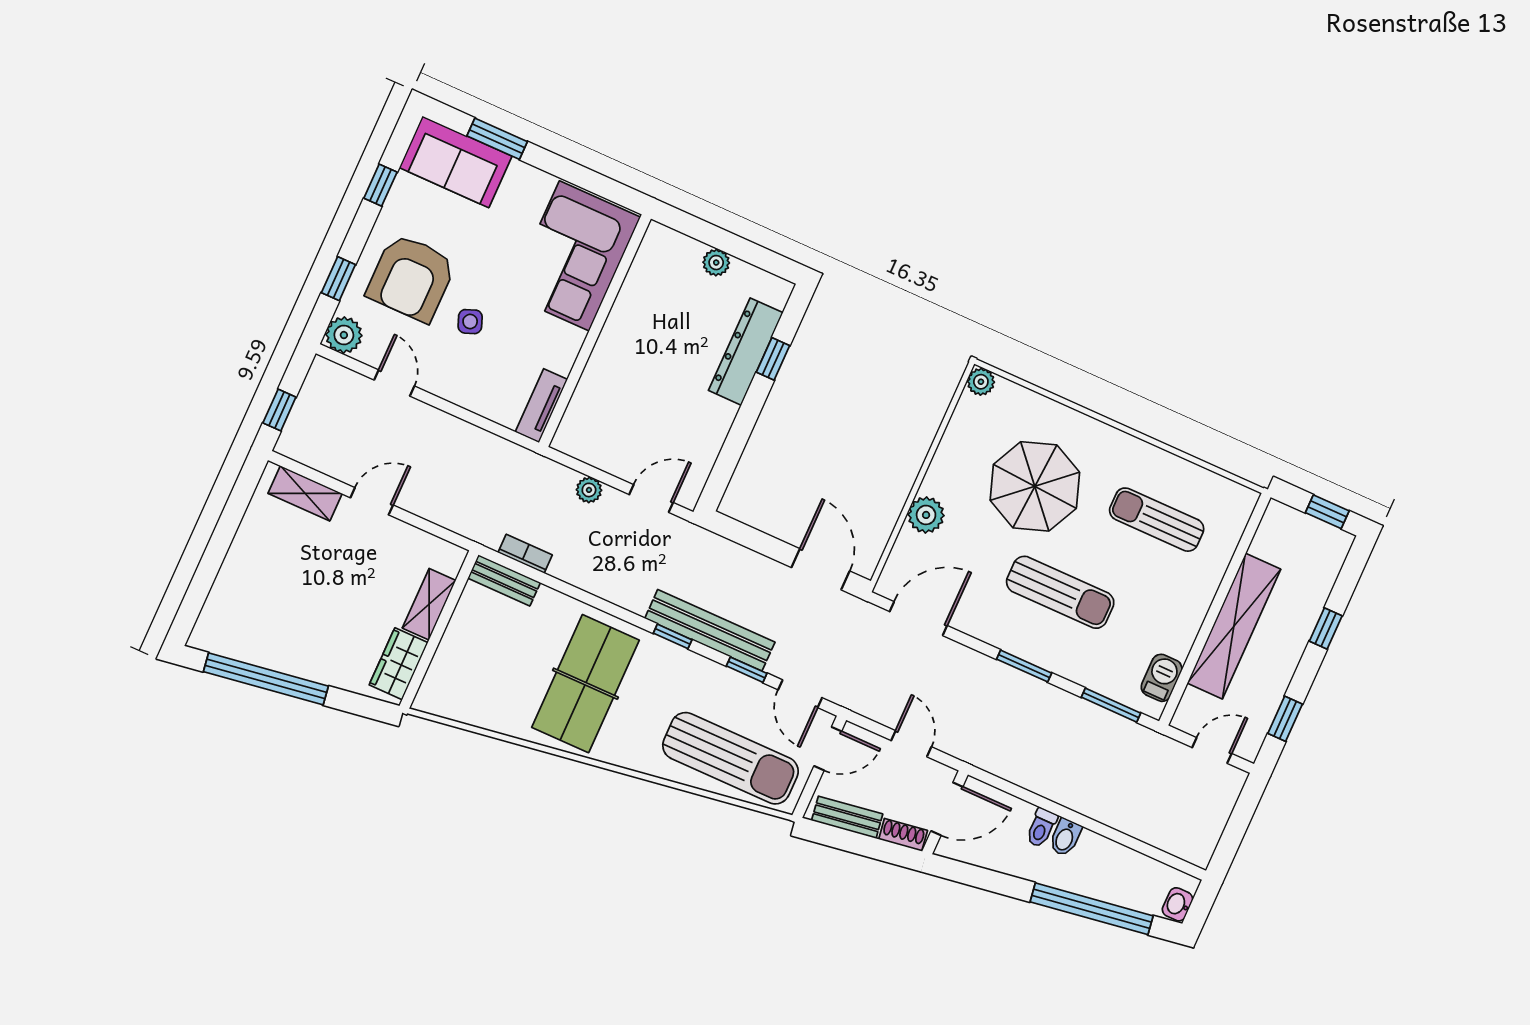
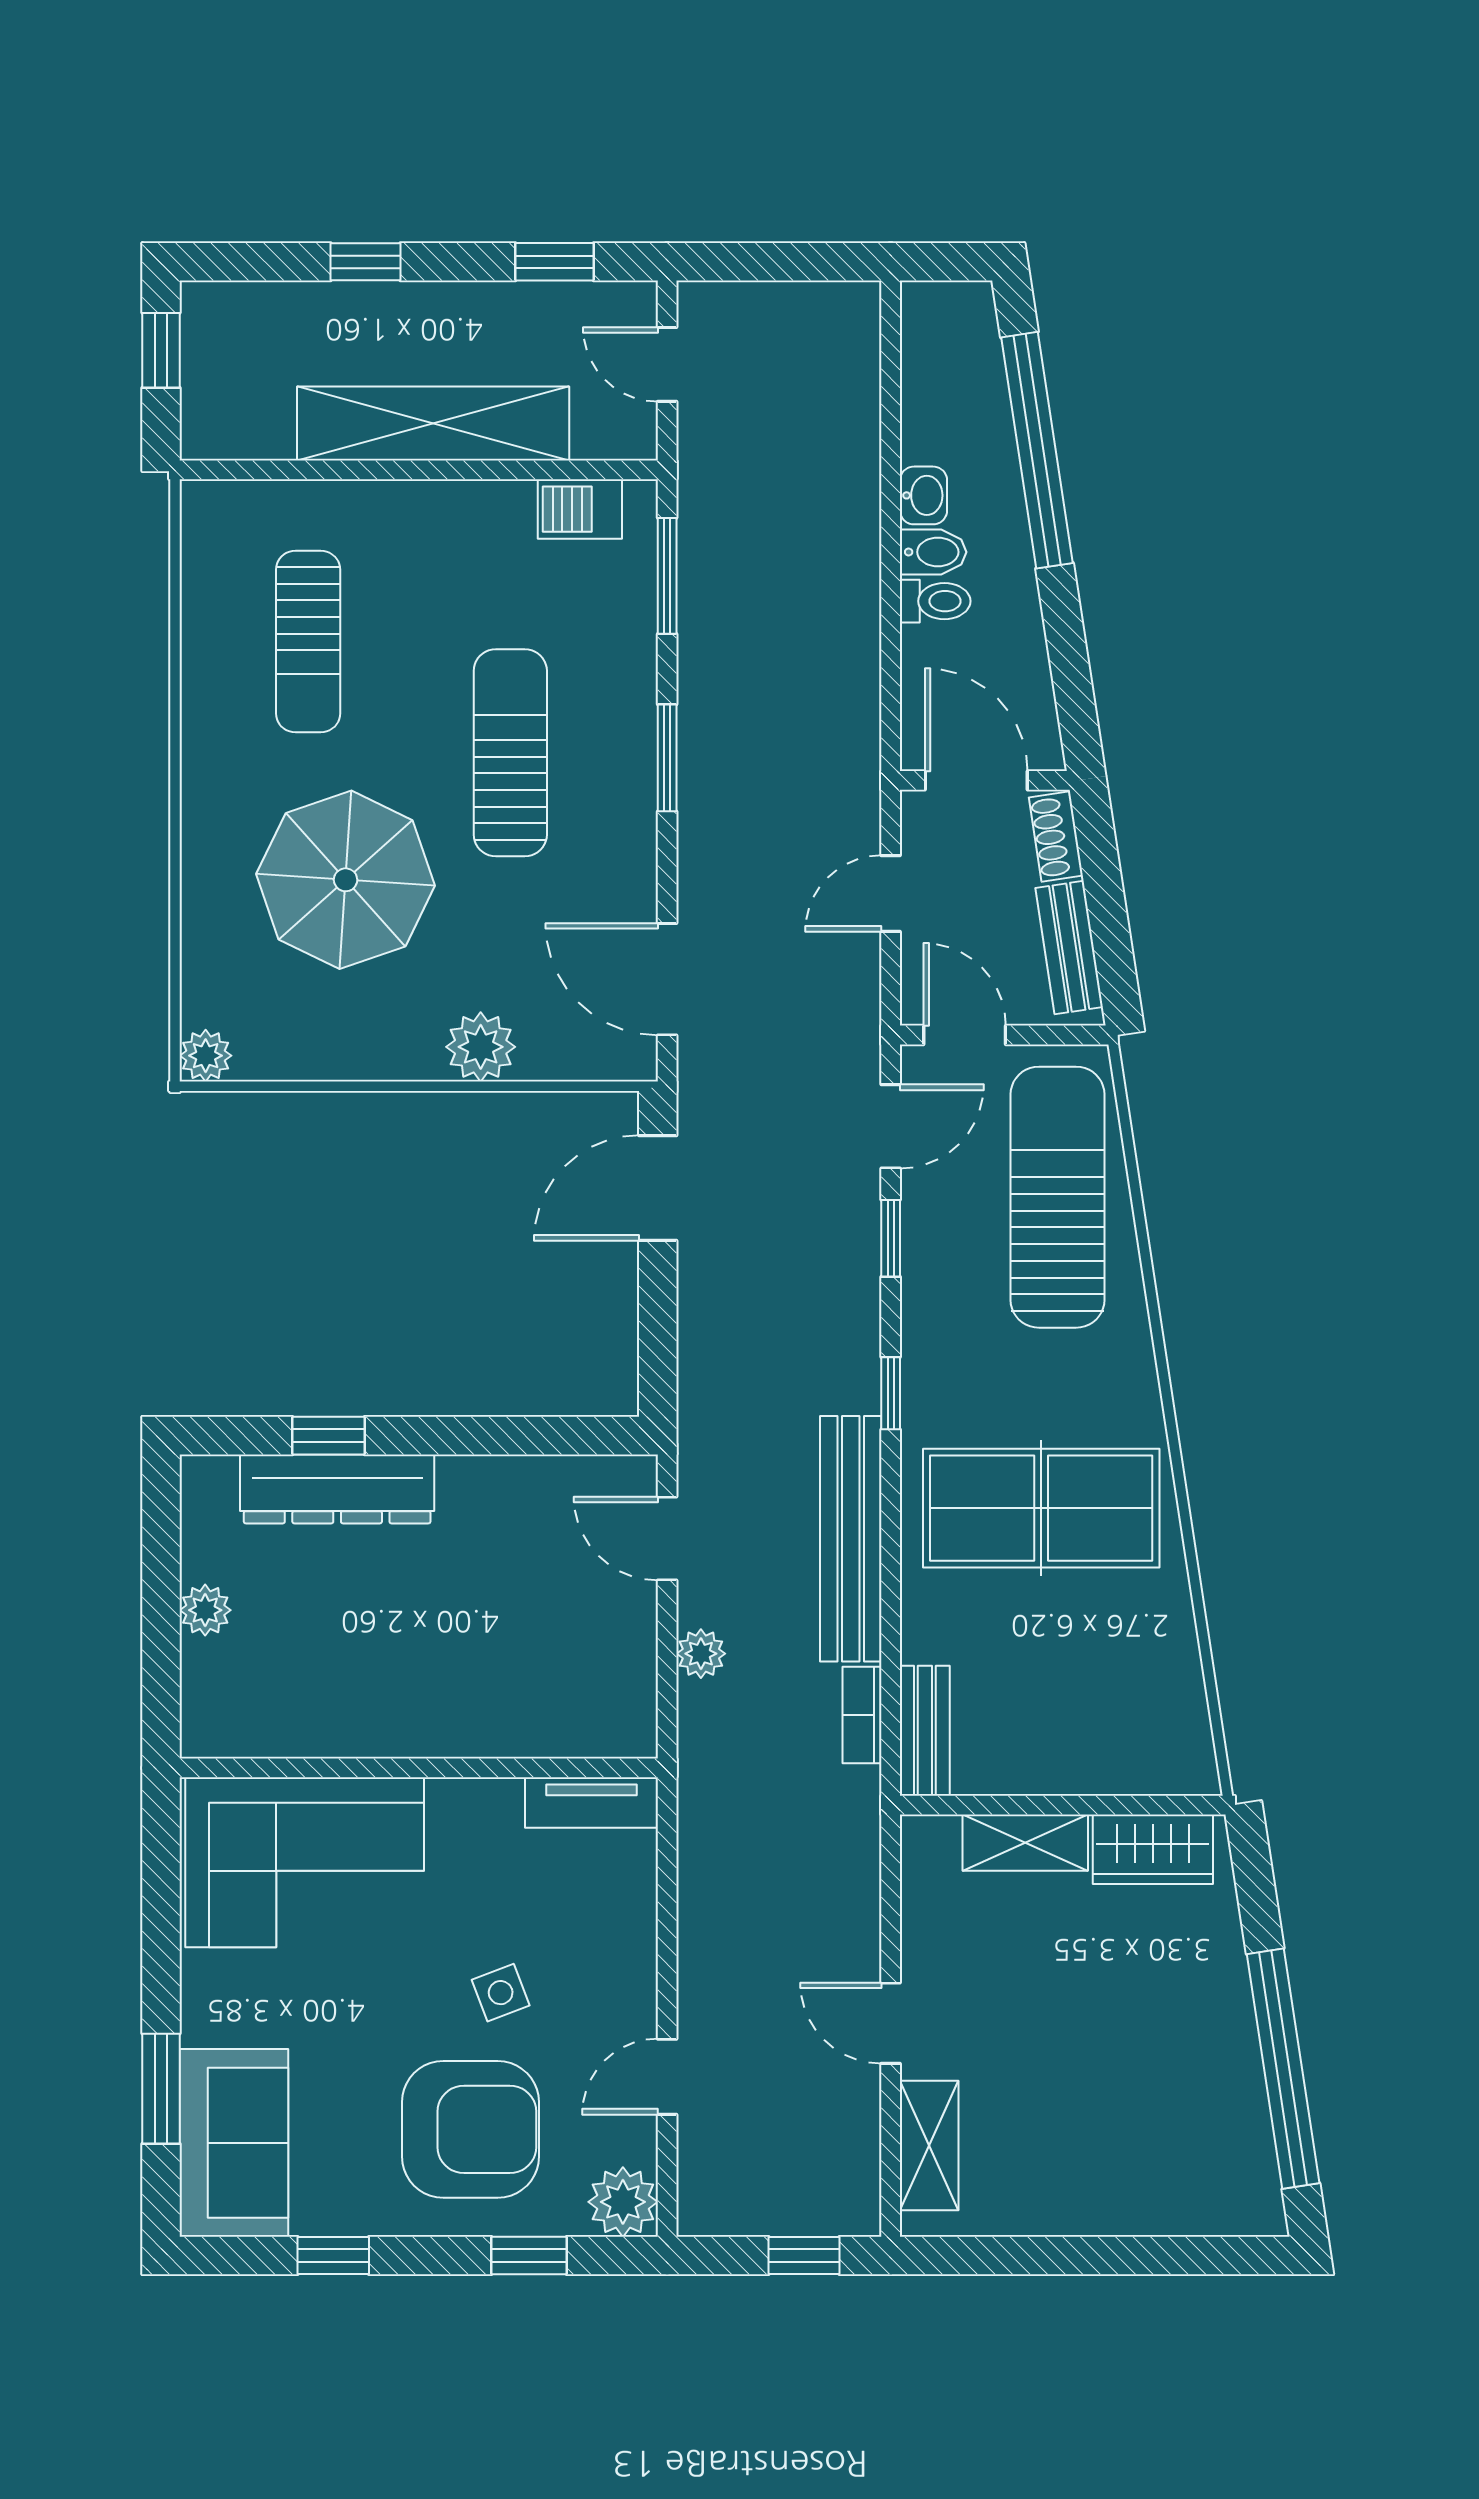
bench: (710, 630) -> (851, 1539), moved
washbasin: (1178, 904) -> (923, 495), moved, turned -90

